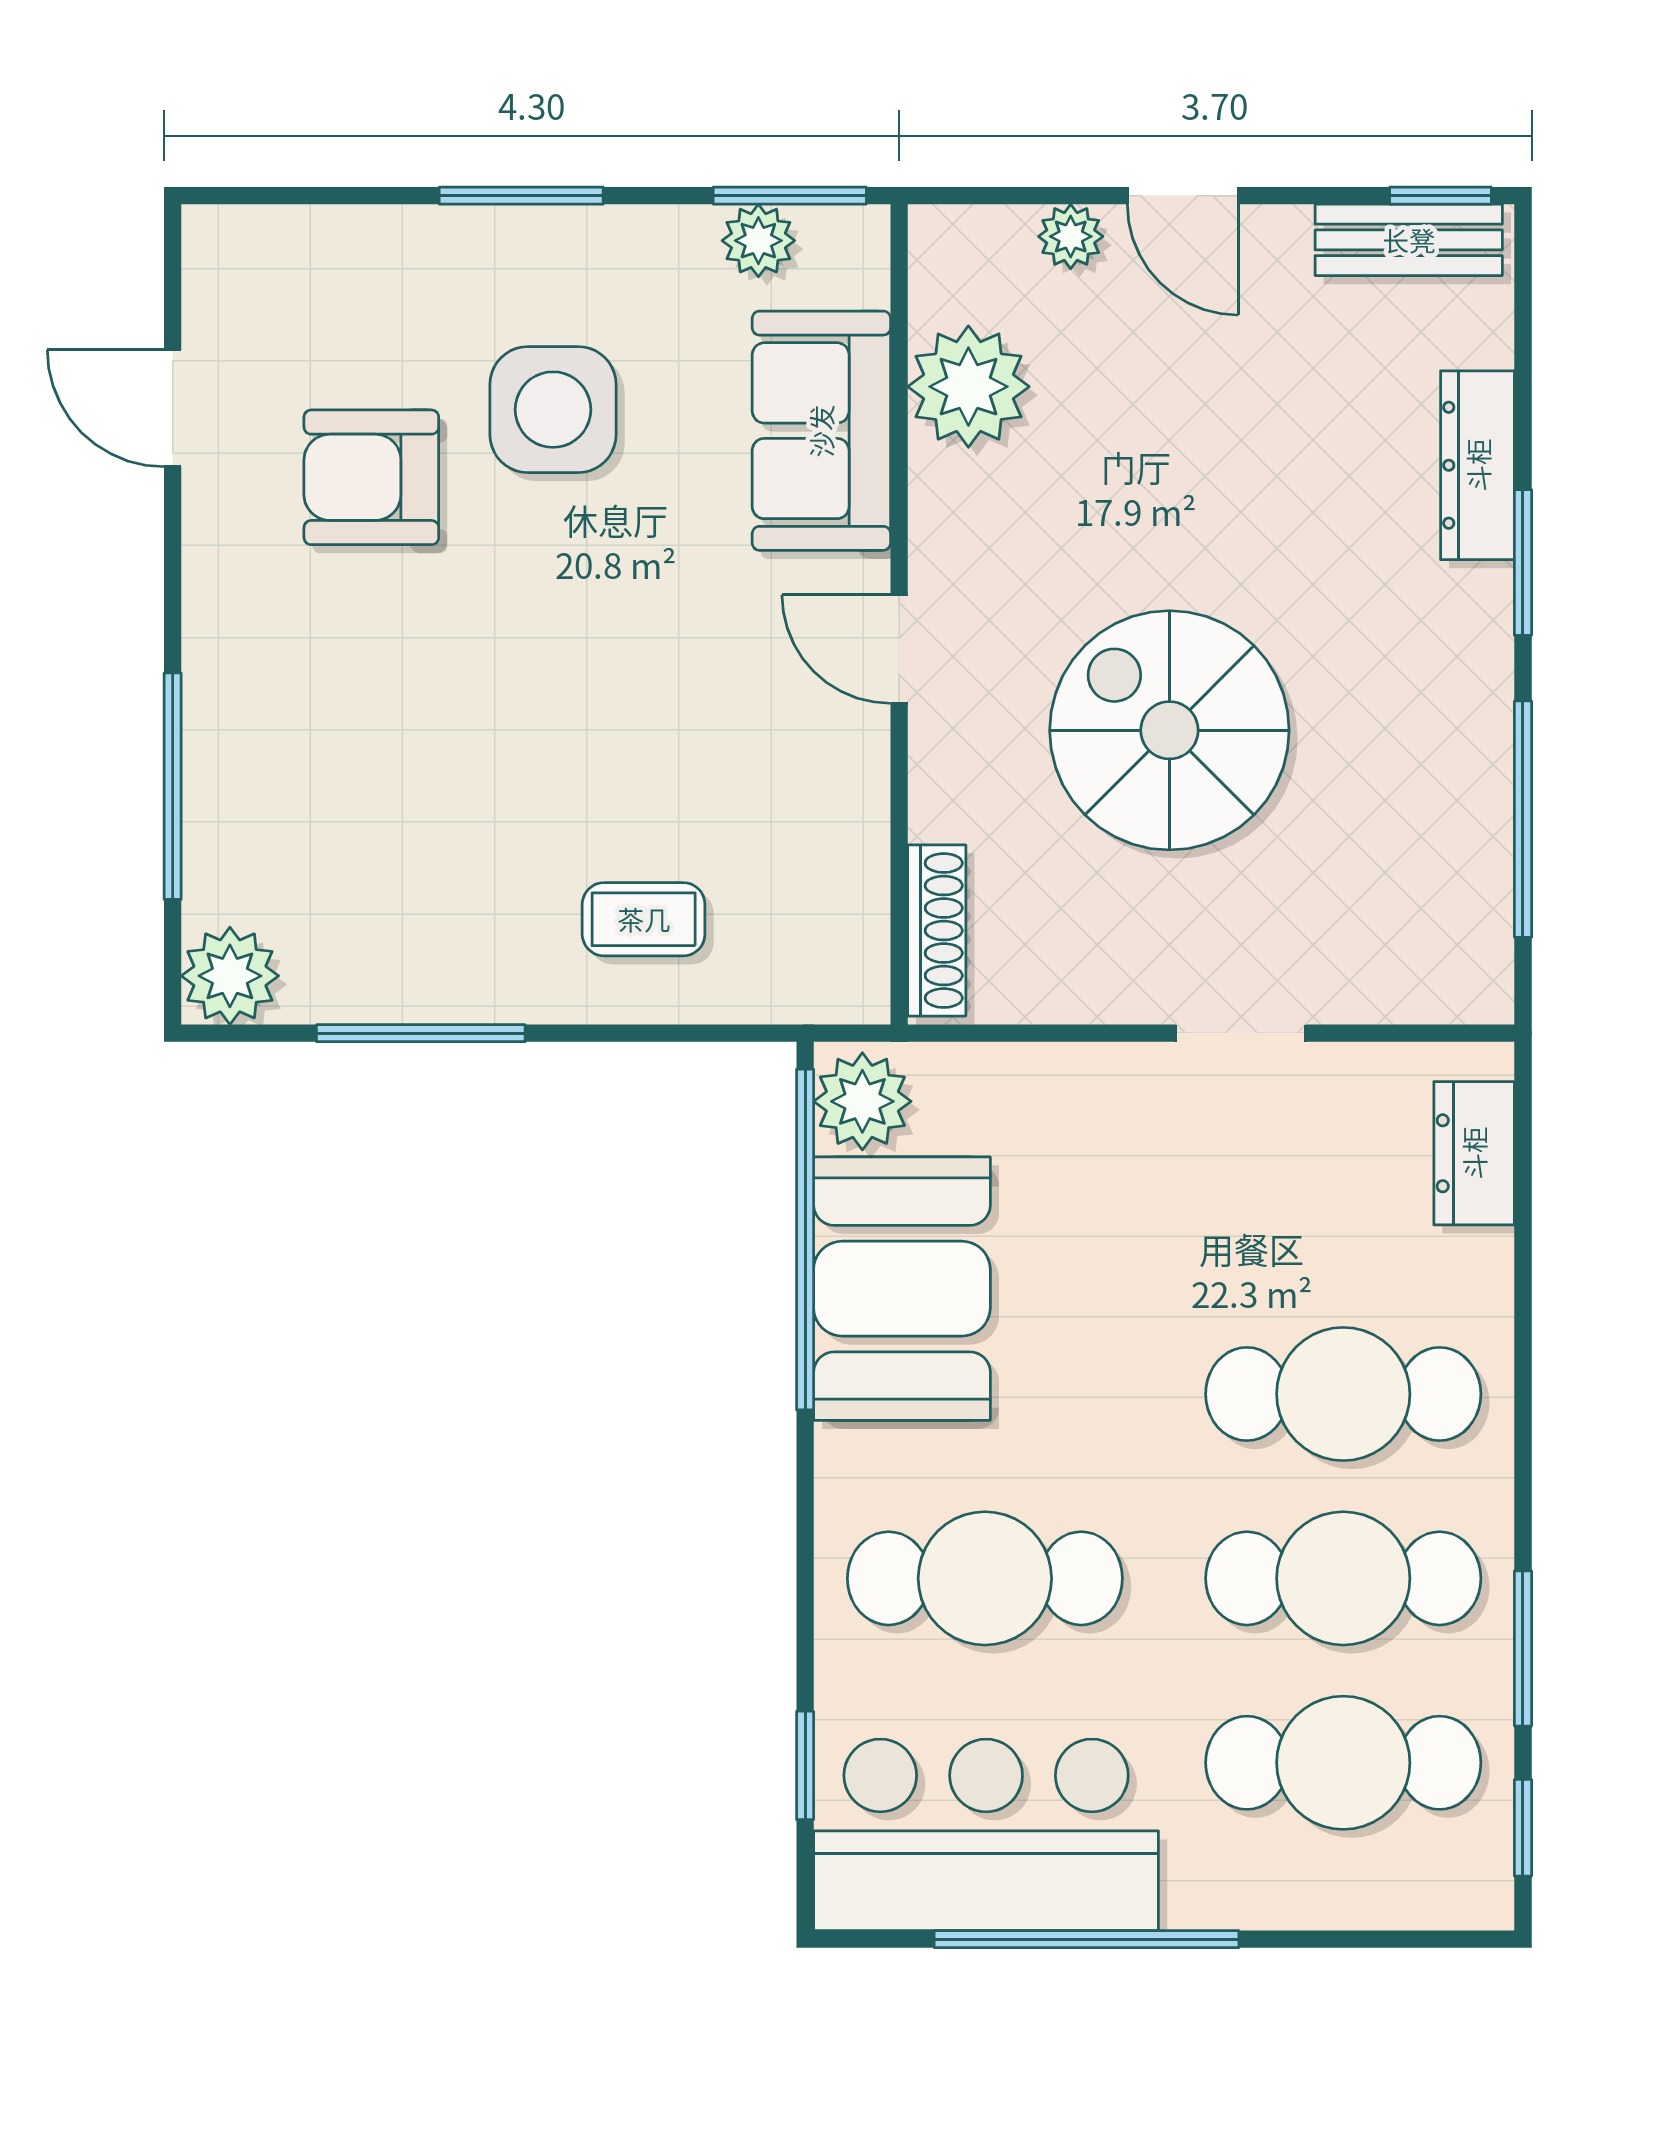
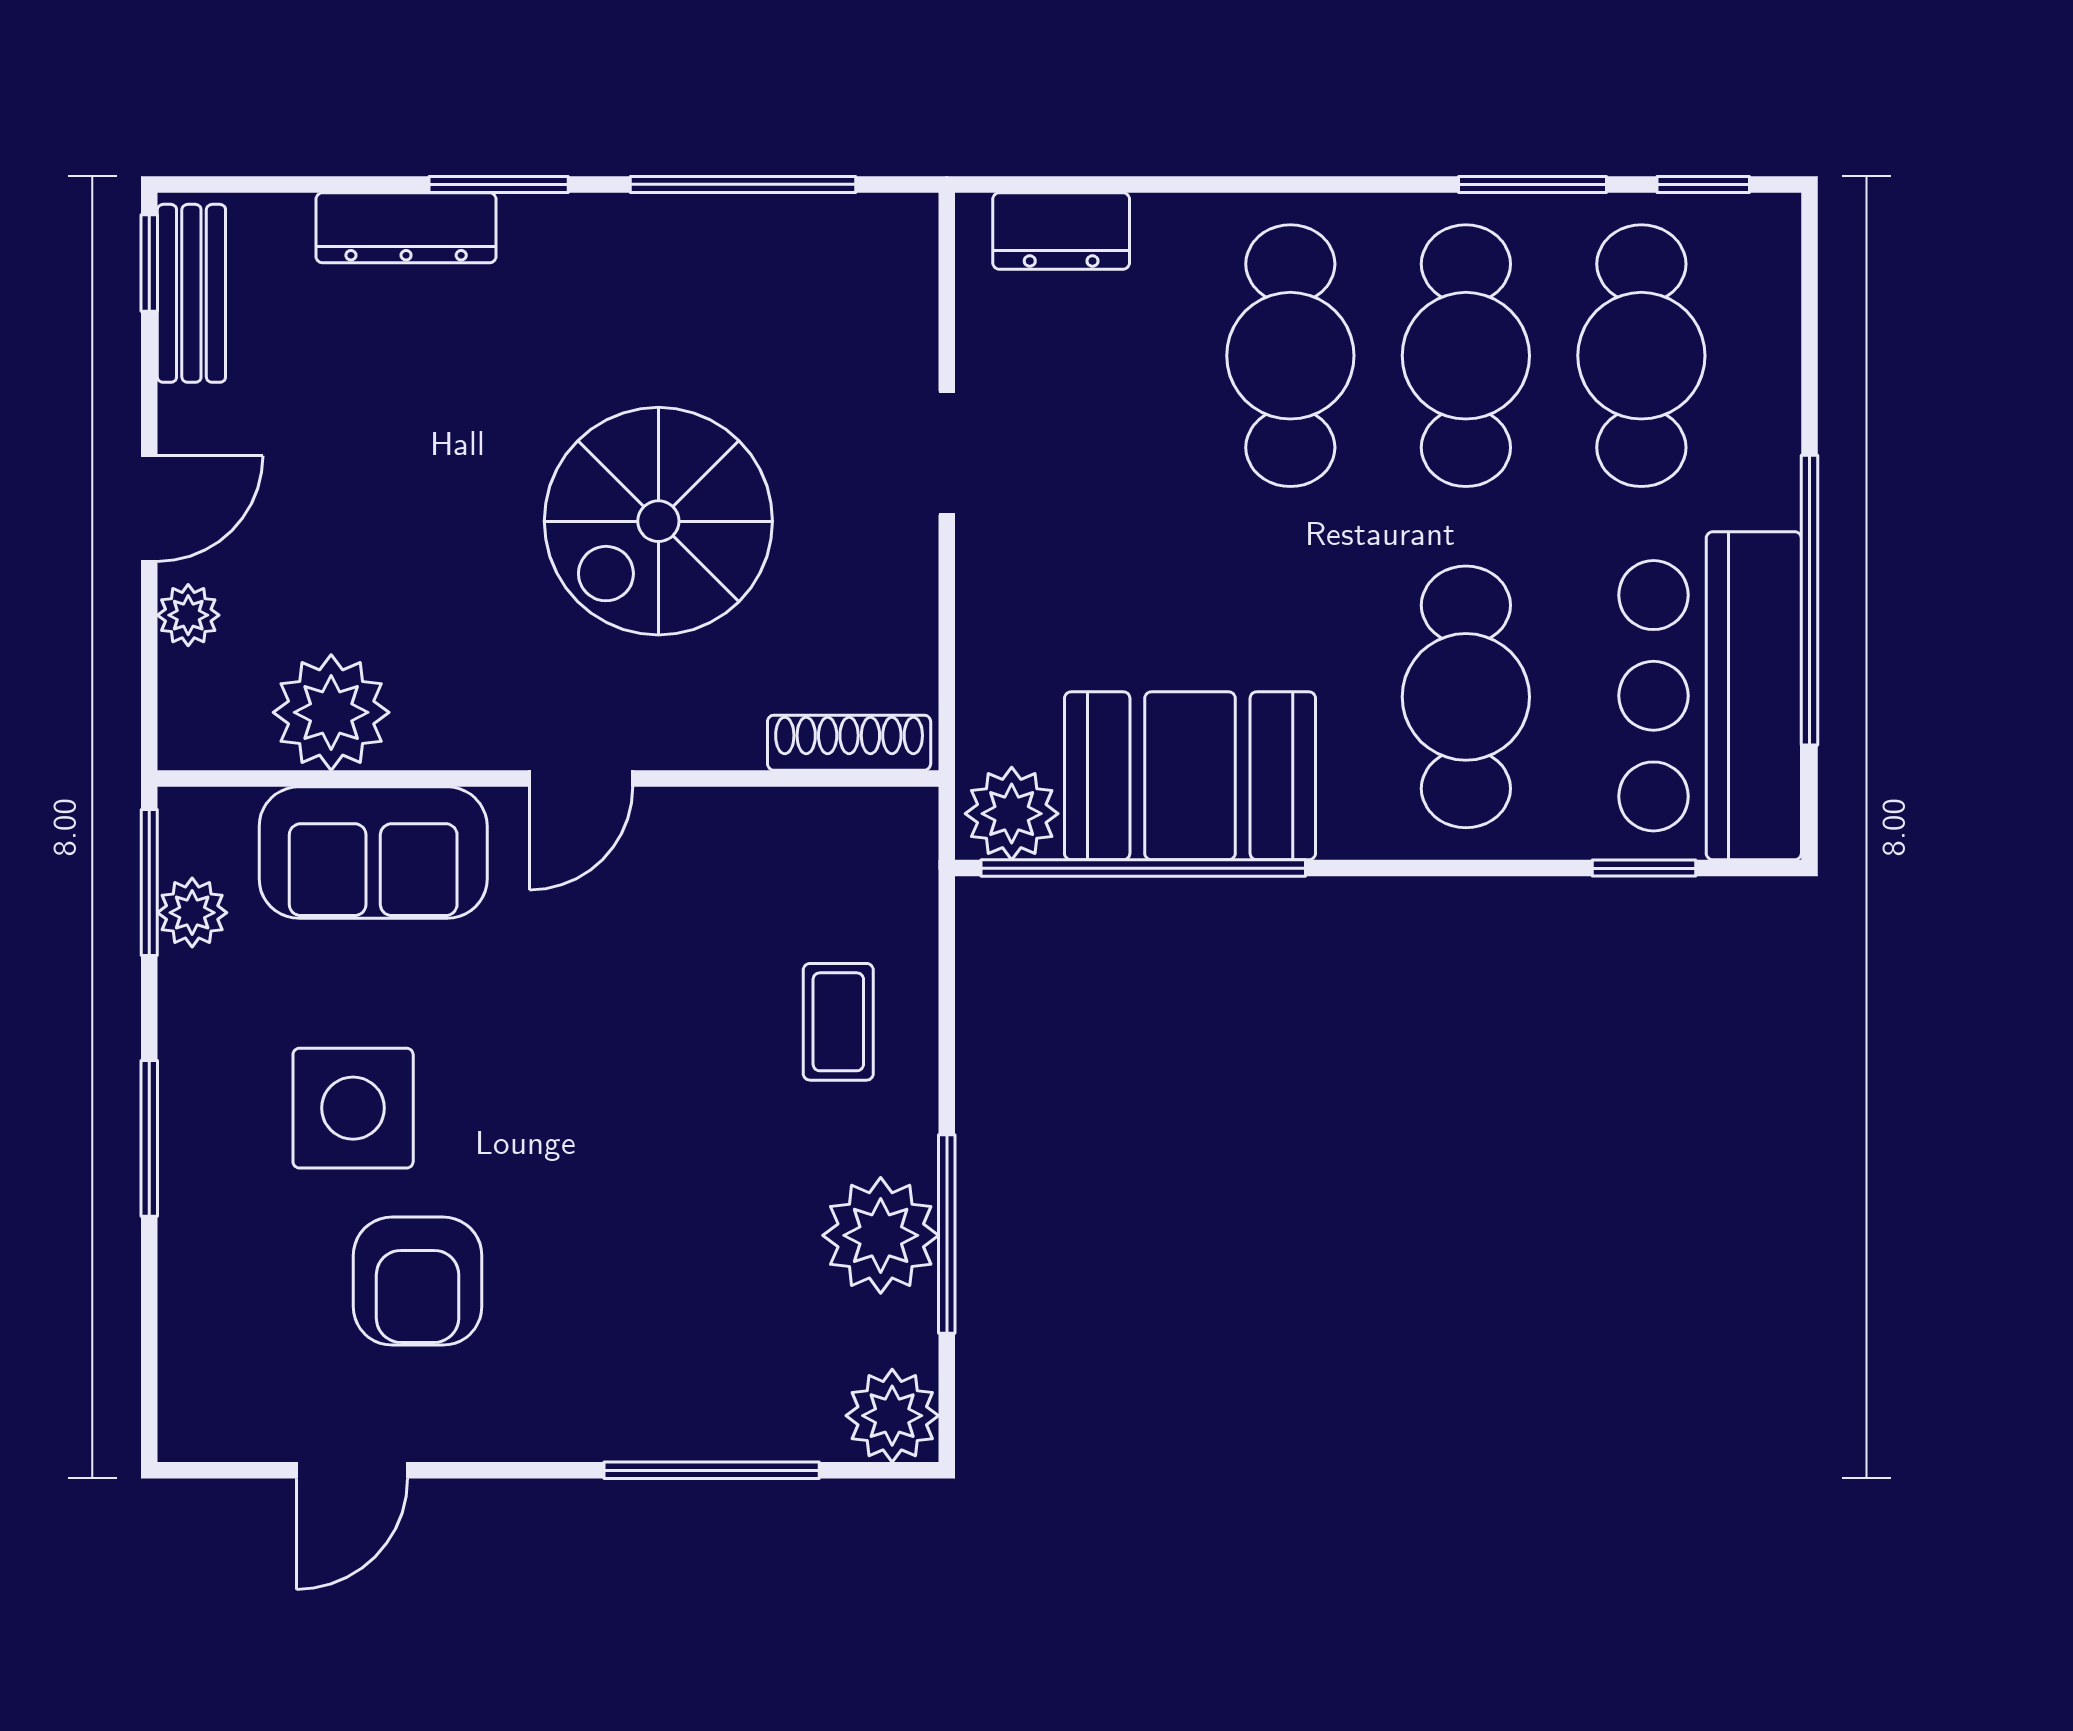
plant: (419, 964) -> (881, 1235), added

